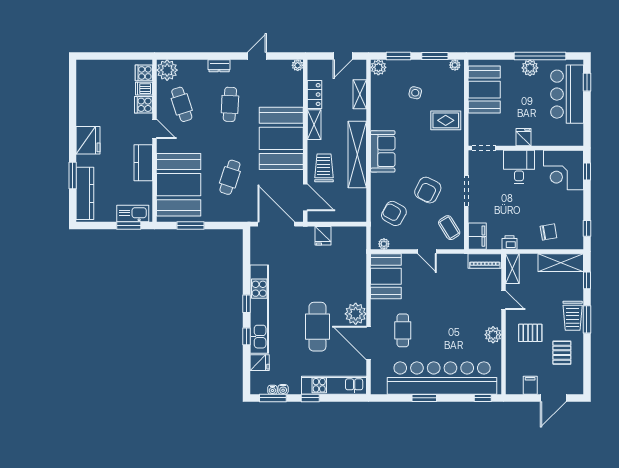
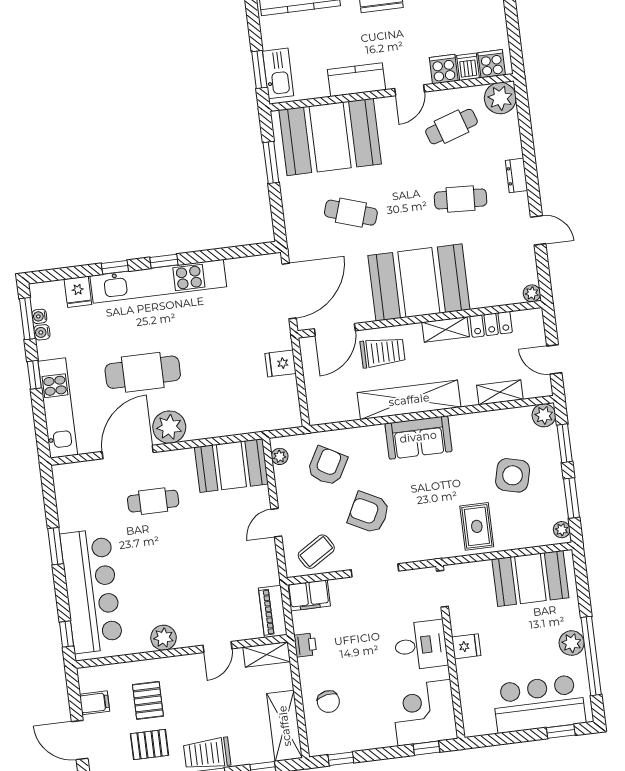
side table: (415, 93) -> (513, 475), width x1.87, depth x1.87
pallet: (530, 333) -> (148, 700), moved
bar counter: (442, 378) -> (92, 591), width x0.73

